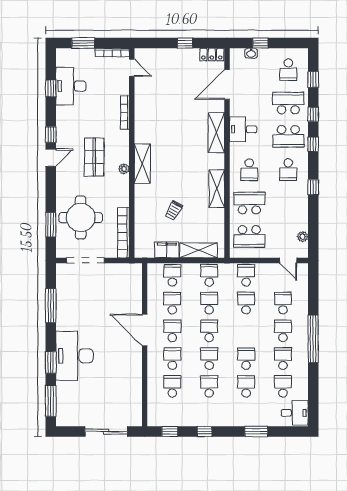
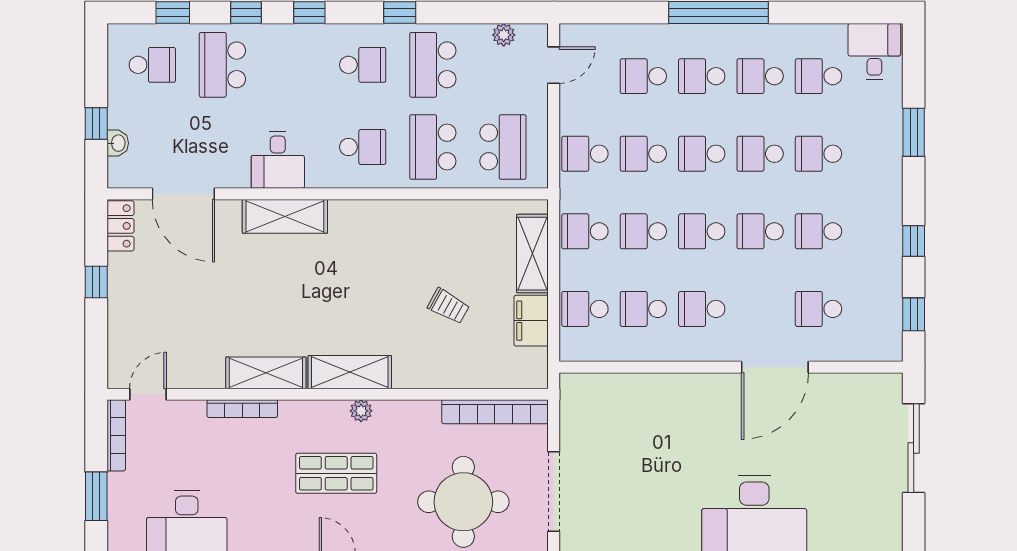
school desk: (288, 136) -> (433, 65), moved, turned 180
shelving: (217, 189) -> (266, 373), moved
door: (145, 330) -> (775, 367), moved
school desk: (172, 359) -> (702, 154), moved

